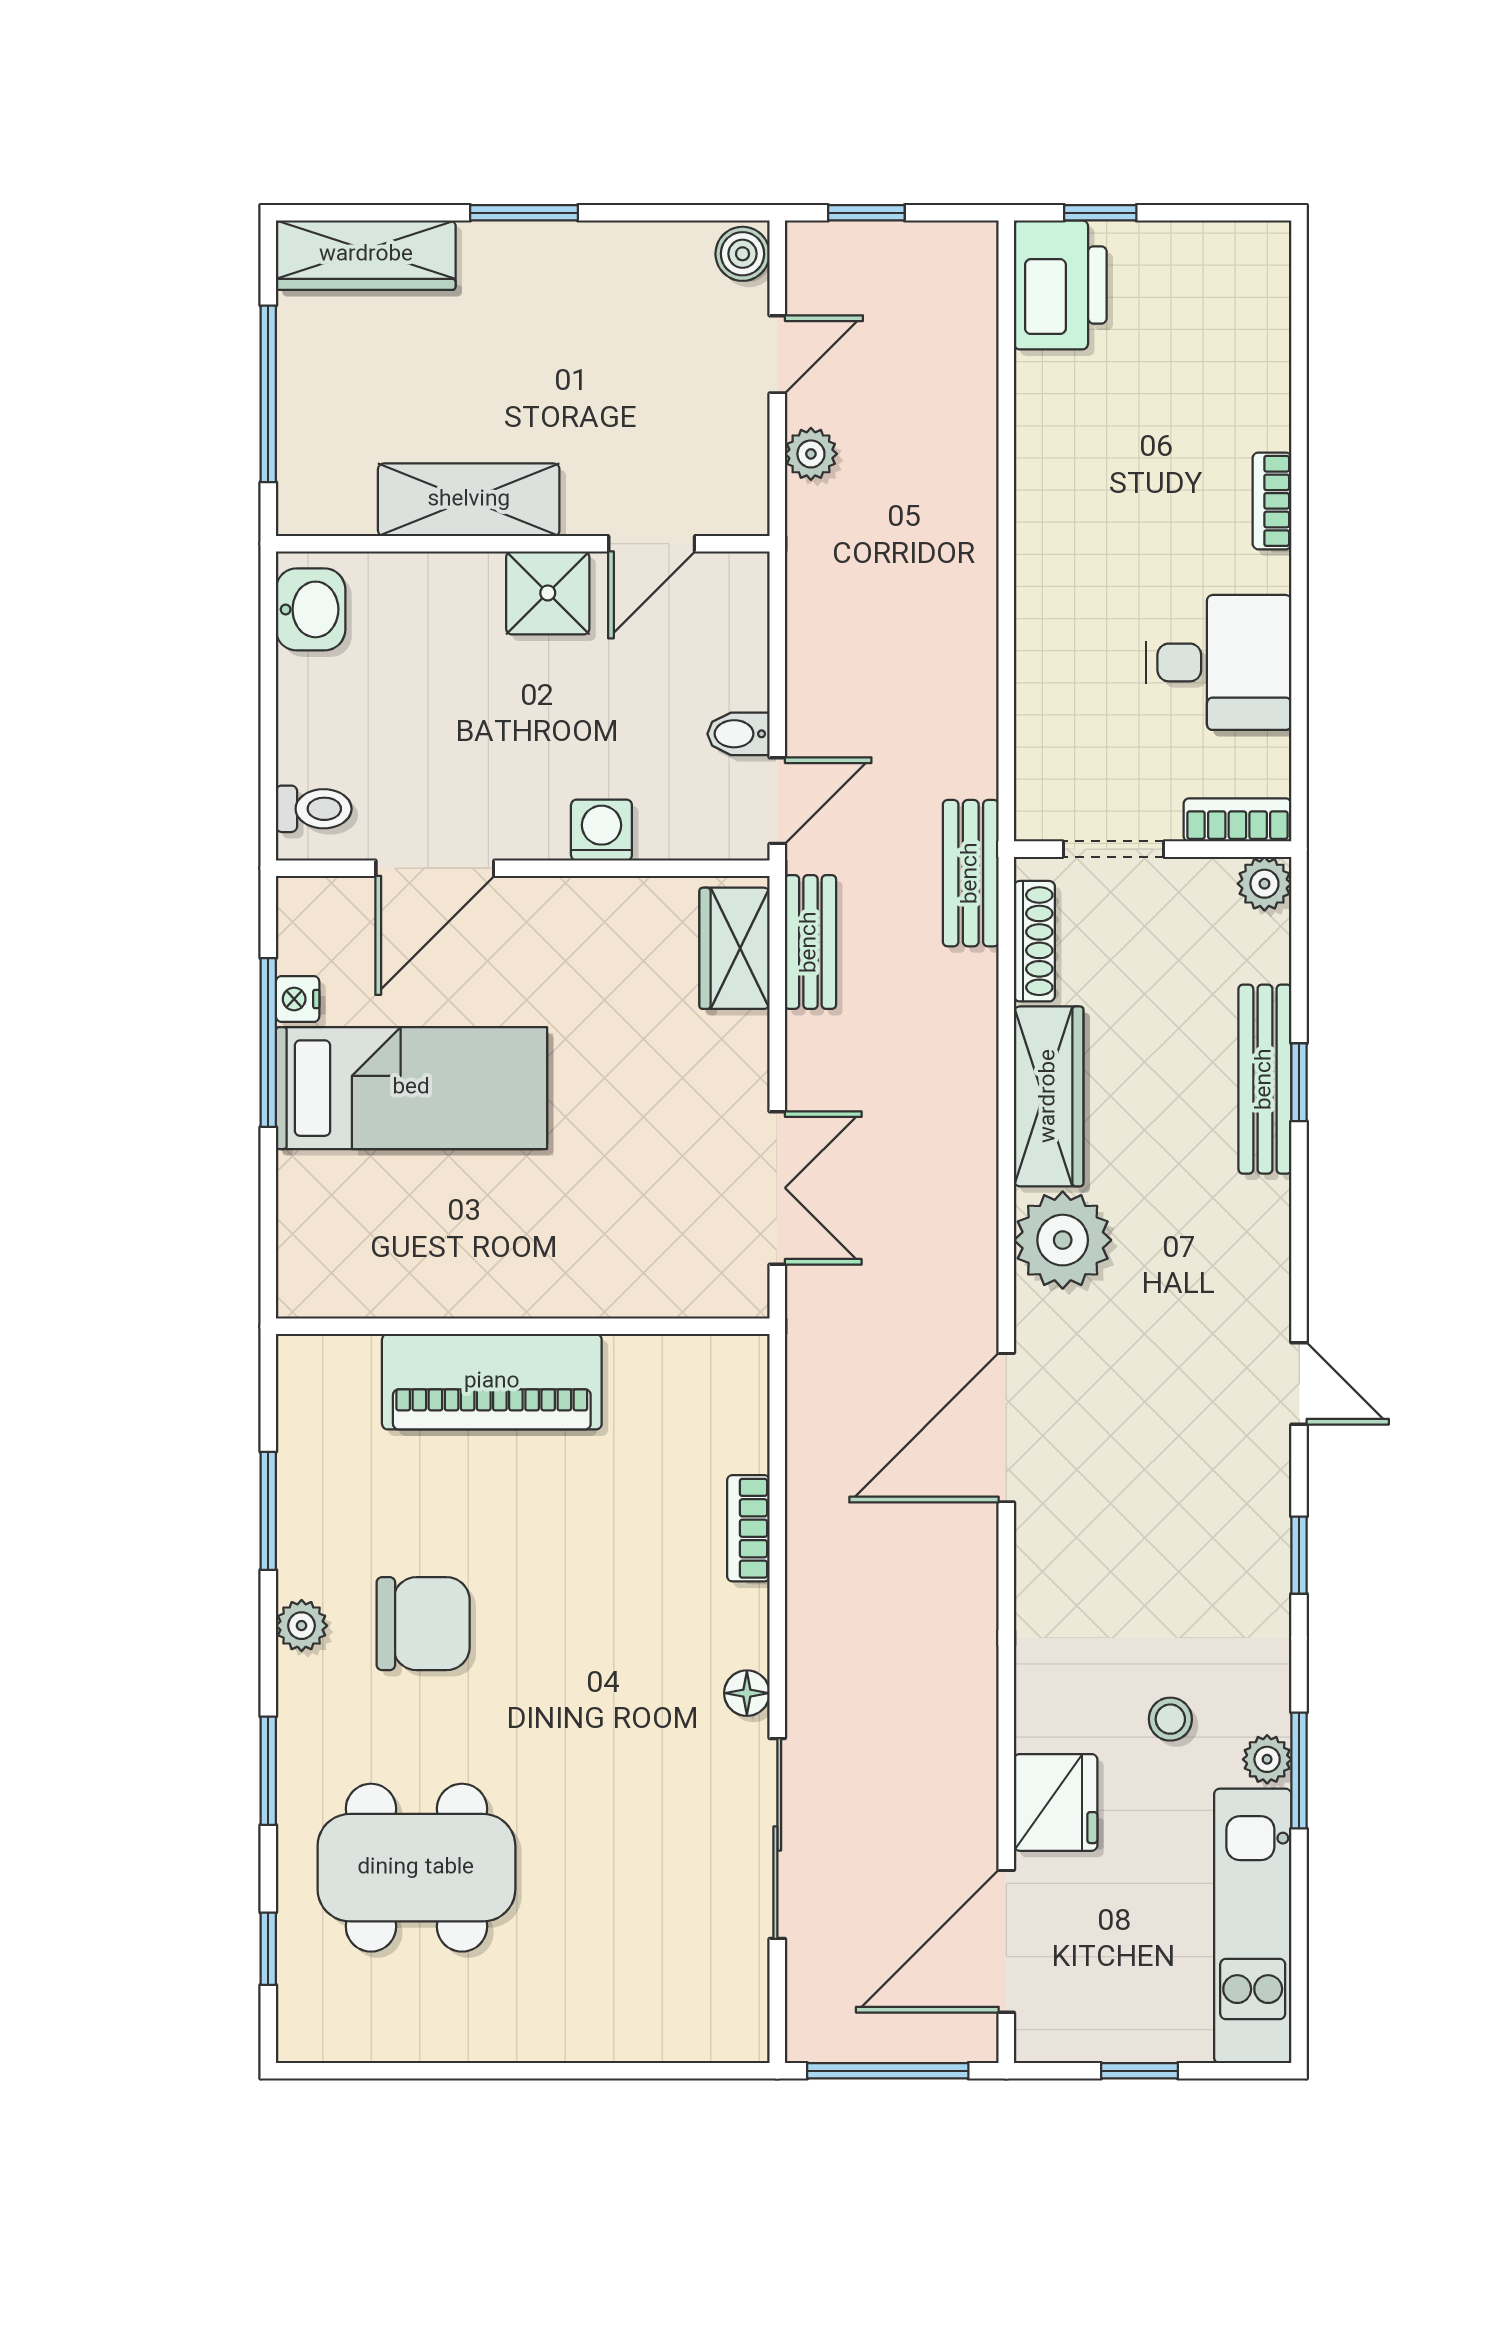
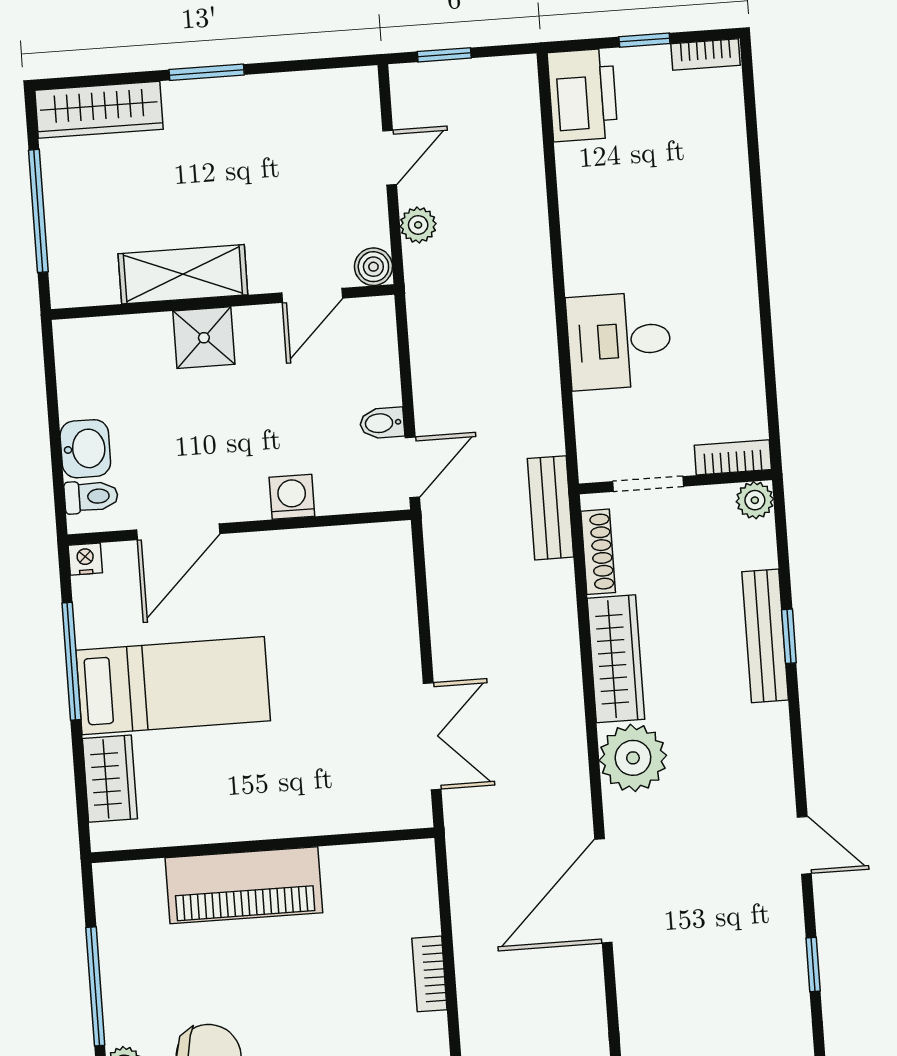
window: (1100, 213) -> (644, 40), moved
boiler: (743, 254) -> (373, 267), moved
bookcase: (1272, 501) -> (705, 54), moved, turned -90
shower: (548, 593) -> (204, 338), moved
washbasin: (311, 609) -> (85, 449), moved
desk: (1219, 662) -> (619, 341), moved, turned 180
bench: (810, 942) -> (443, 564), removed
wardrobe: (734, 948) -> (110, 779), moved, turned 180
nightstand: (298, 999) -> (85, 559), moved, turned 90
window: (268, 1511) -> (95, 986), width x1.44

